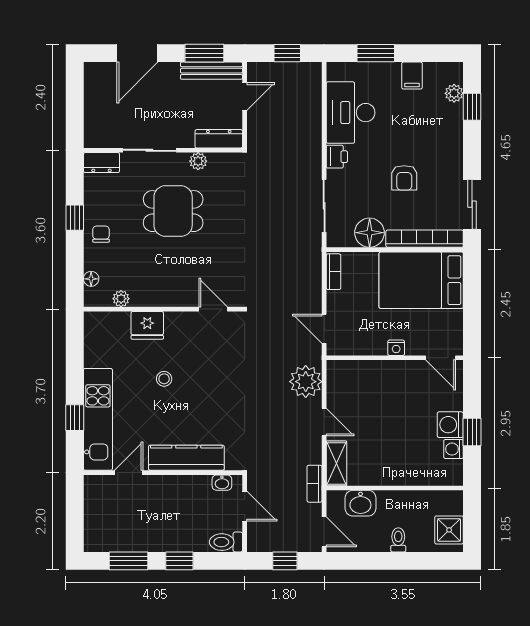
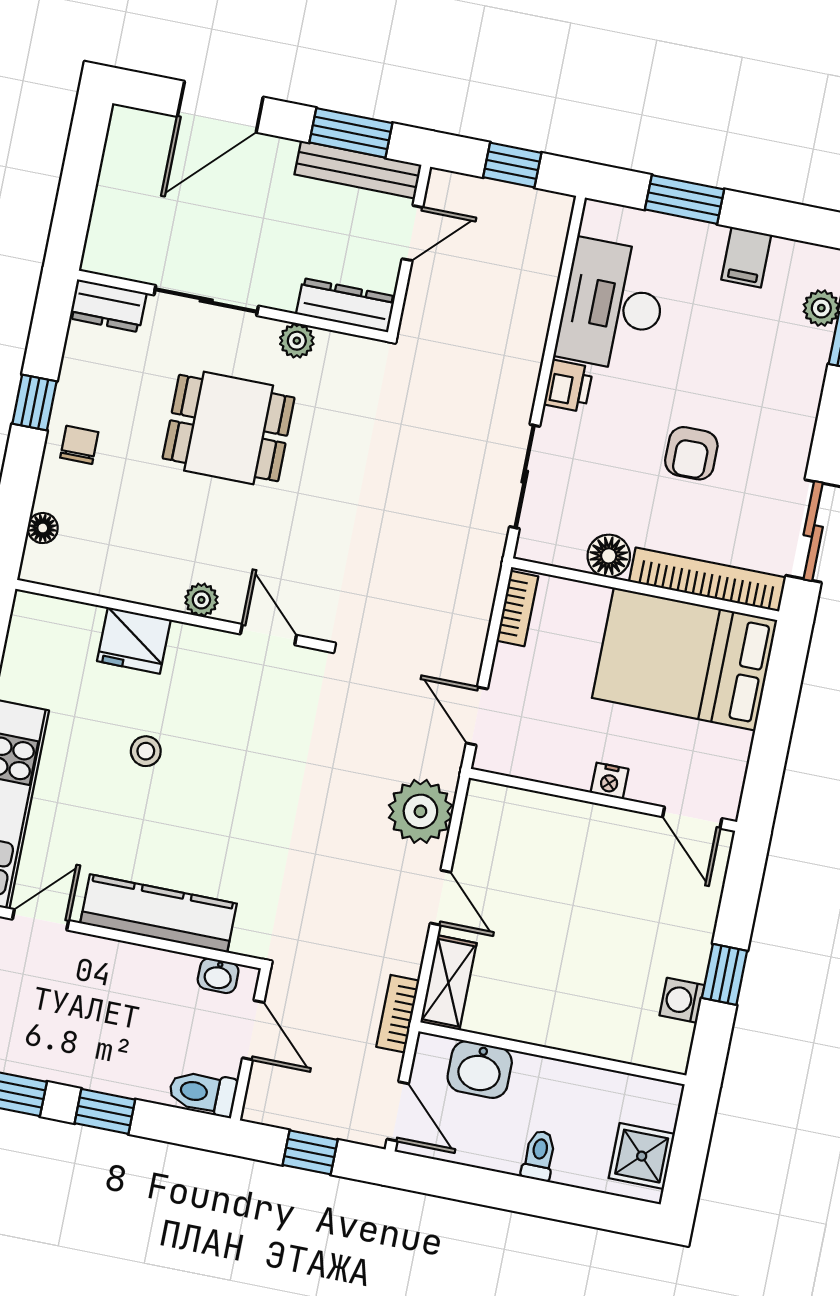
floor lamp: (370, 233) -> (609, 556), width x0.73, depth x0.73
plant: (121, 299) -> (201, 600), moved
washing machine: (450, 425) -> (685, 952), removed

